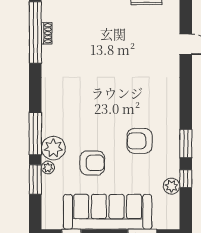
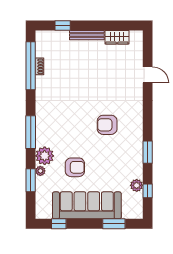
window: (35, 134) -> (31, 132), moved
armchair: (140, 141) -> (107, 125), moved
window: (186, 179) -> (148, 191), moved

